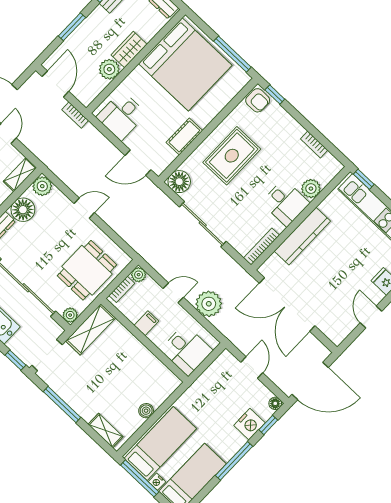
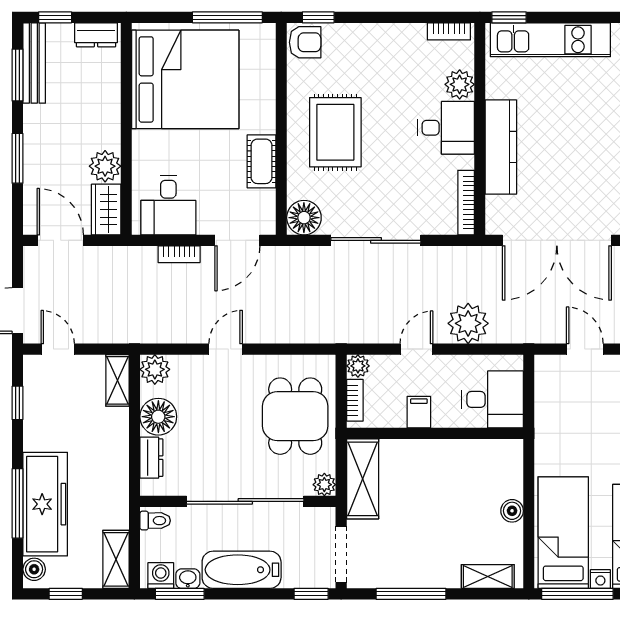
wardrobe: (129, 50) -> (106, 210), moved
bookcase: (75, 115) -> (179, 254), moved
bookcase: (314, 144) -> (449, 31), moved

